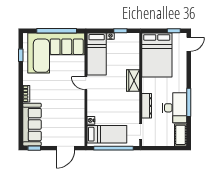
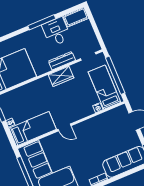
wardrobe: (133, 81) -> (61, 76), moved
door: (86, 83) -> (64, 127), hinge flipped
desk: (175, 108) -> (56, 32), width x0.73

